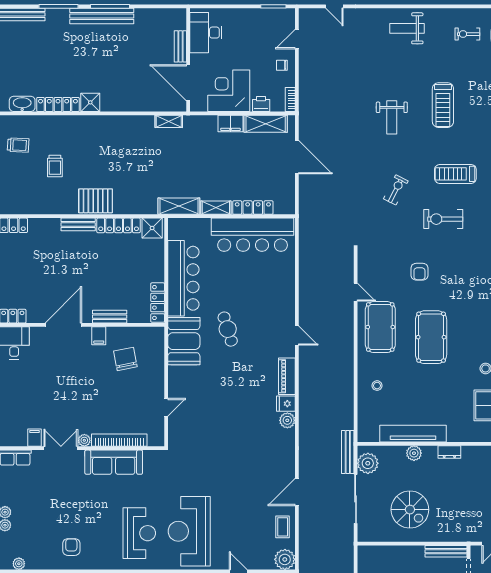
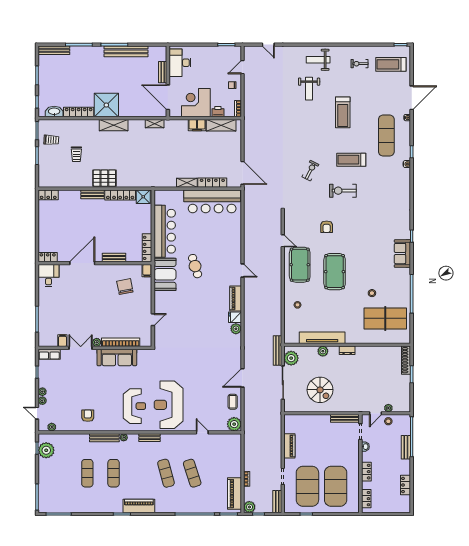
bench: (102, 16) -> (126, 51), moved
shower: (90, 102) -> (106, 105), width x1.86, depth x1.86
weight bench: (392, 117) -> (309, 89), moved
door: (297, 157) -> (242, 173), moved
shelving: (179, 206) -> (114, 125), moved
filing cabinet: (99, 336) -> (147, 271), moved

